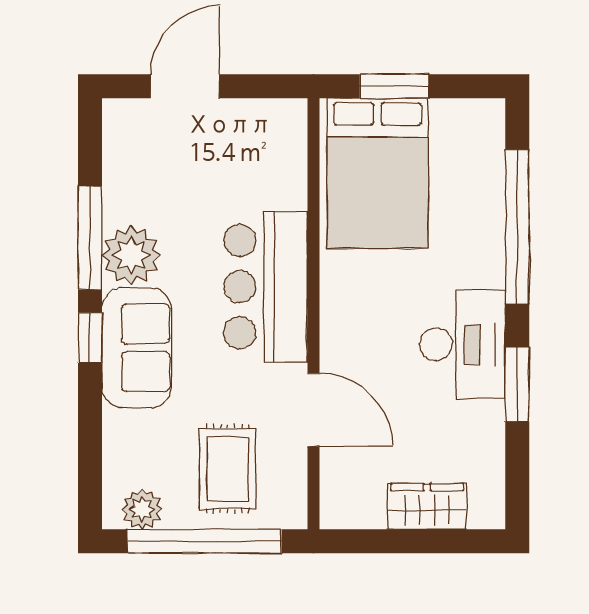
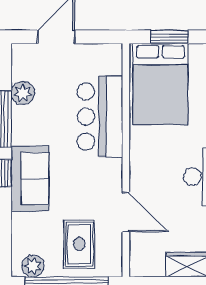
plant: (131, 255) -> (23, 93), moved, width x0.73, depth x0.73
bar counter: (266, 287) -> (100, 117), moved

